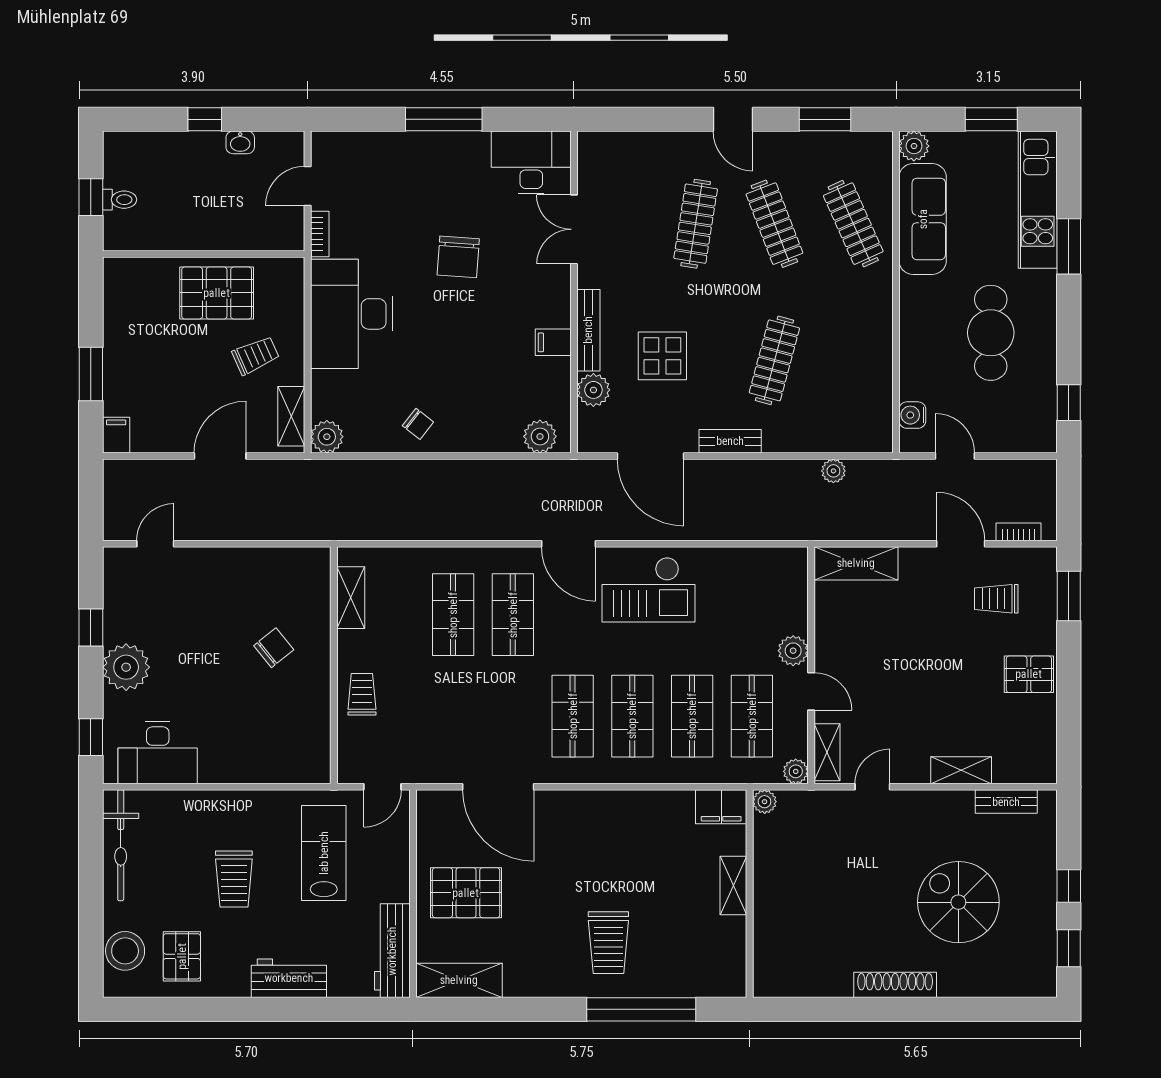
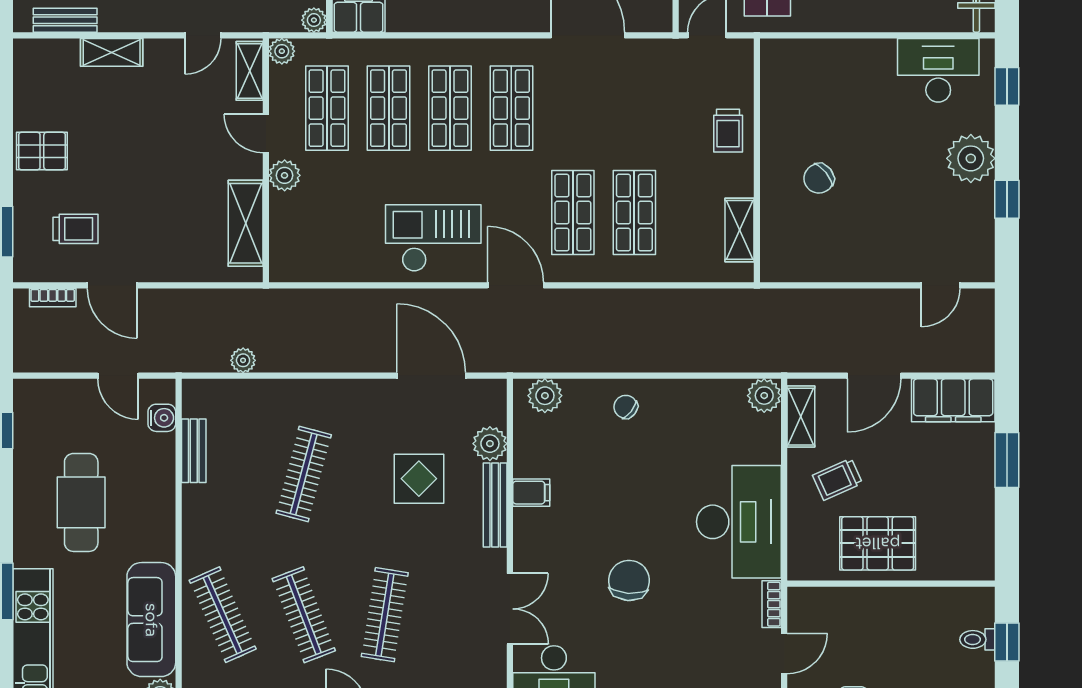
chair: (418, 424) -> (626, 407), moved
filing cabinet: (116, 435) -> (953, 400), width x3.00, depth x1.17
bench: (730, 441) -> (194, 451), moved, turned 90
shelving: (856, 563) -> (246, 223), moved, turned 90

